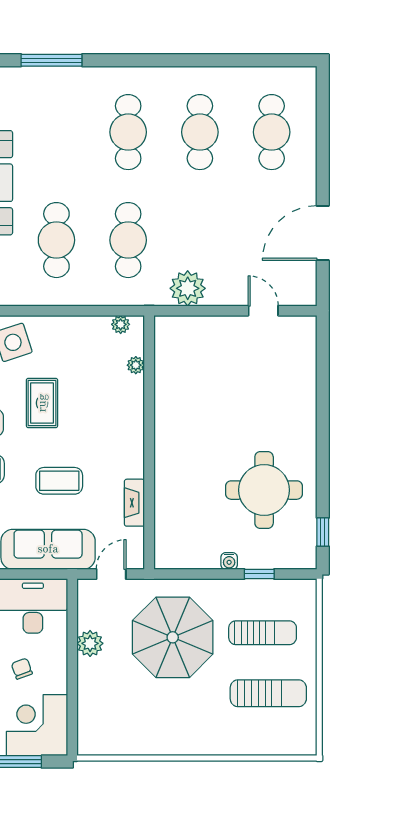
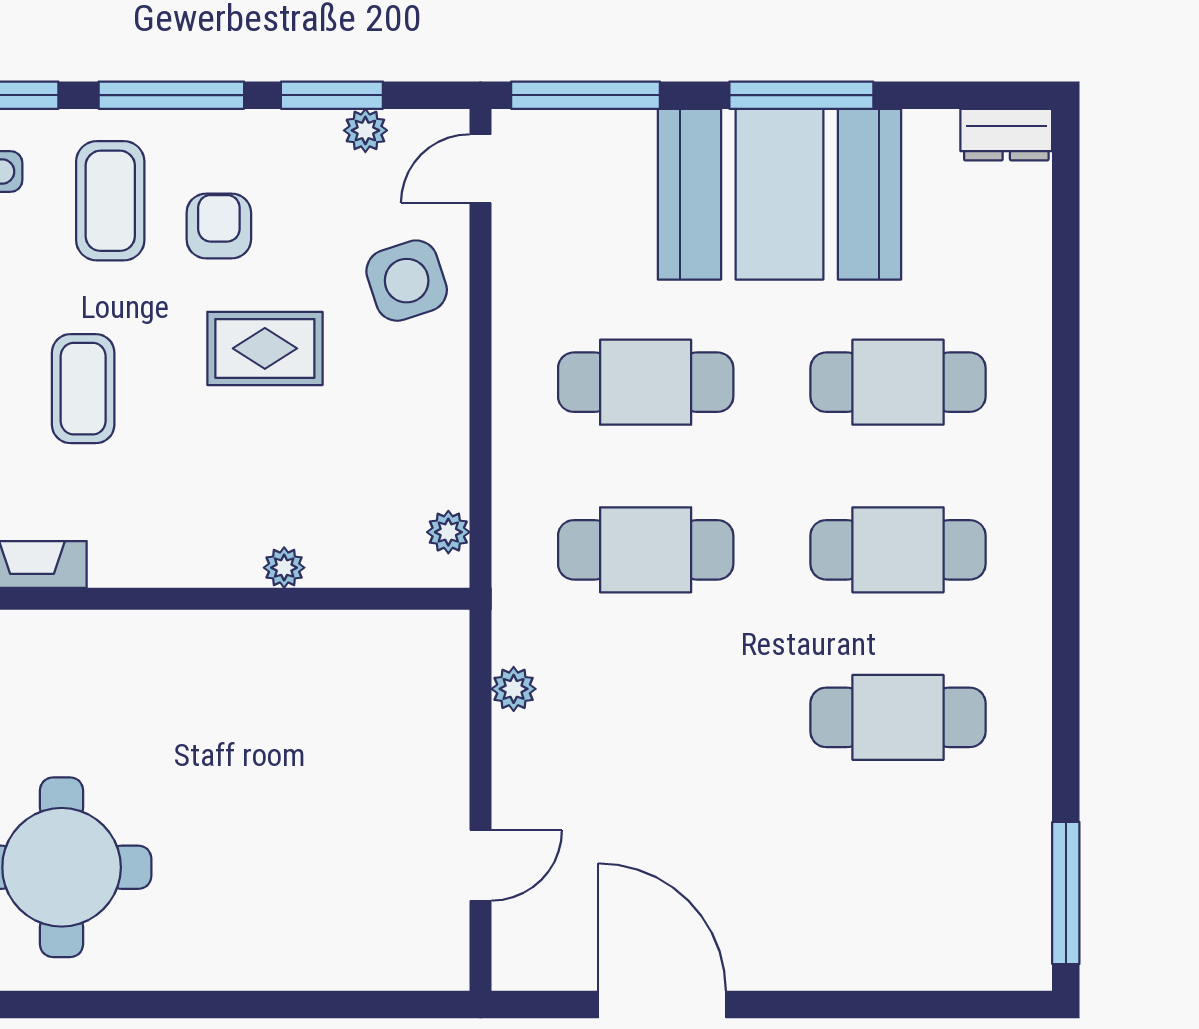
window: (52, 60) -> (1066, 893), moved
cafe table: (272, 132) -> (898, 382), moved
plant: (188, 288) -> (514, 689), width x0.53, depth x0.53
plant: (136, 365) -> (284, 568), moved

